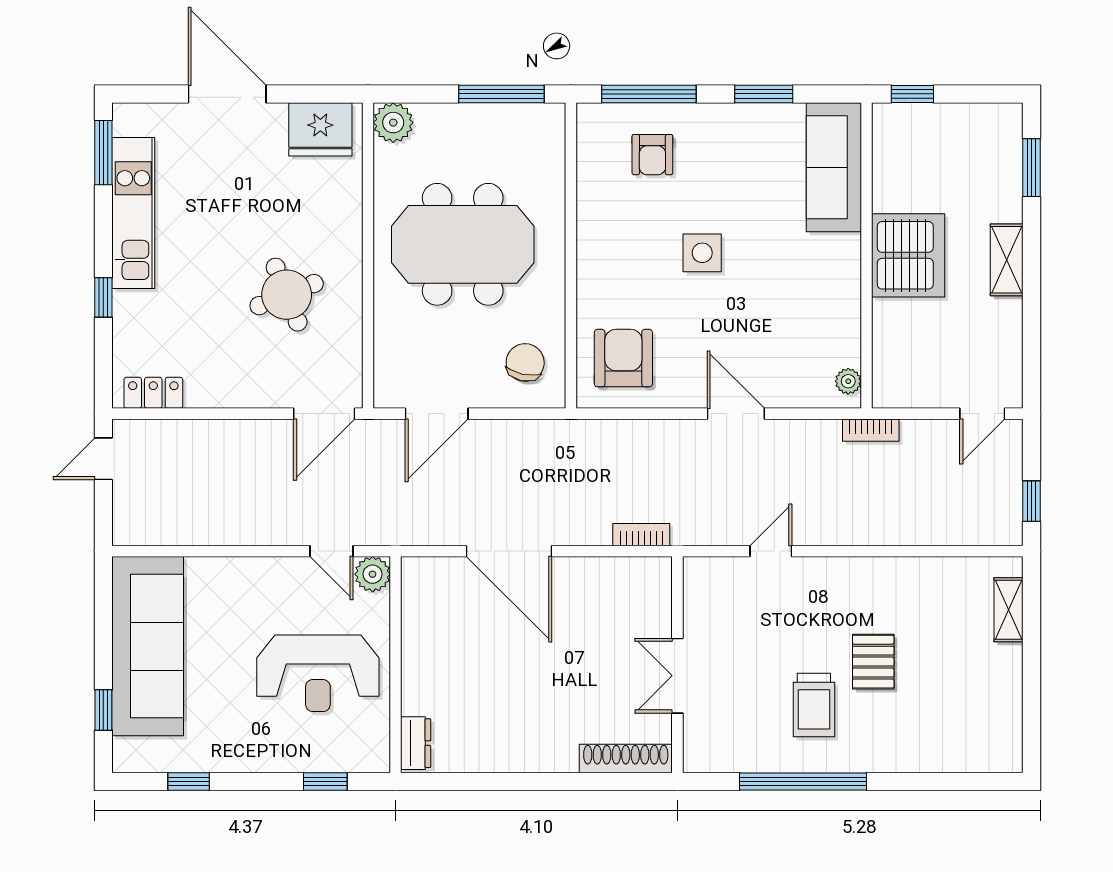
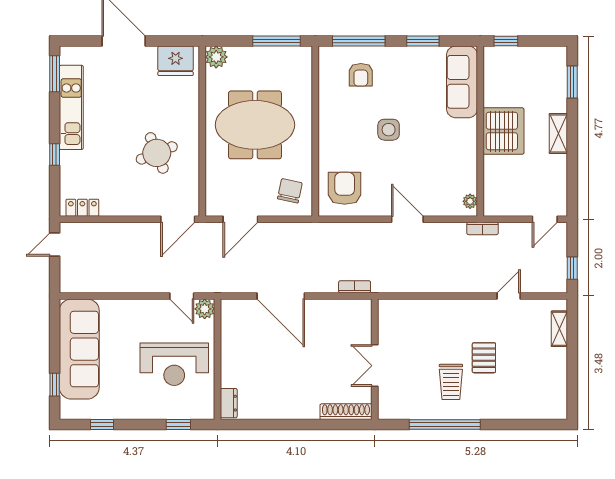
door: (771, 551) -> (509, 296), moved

